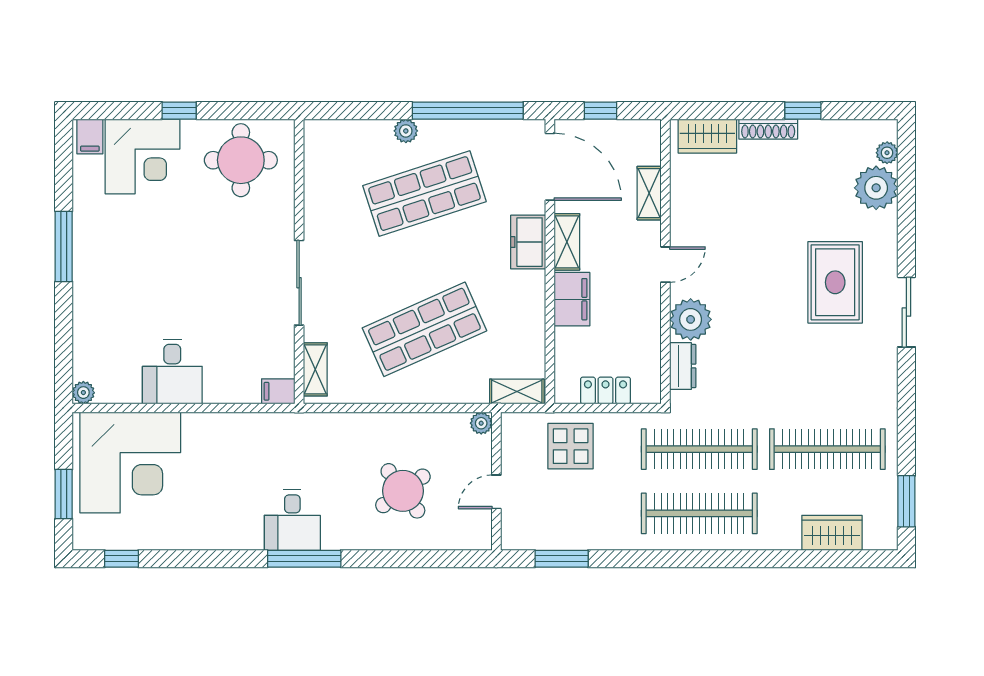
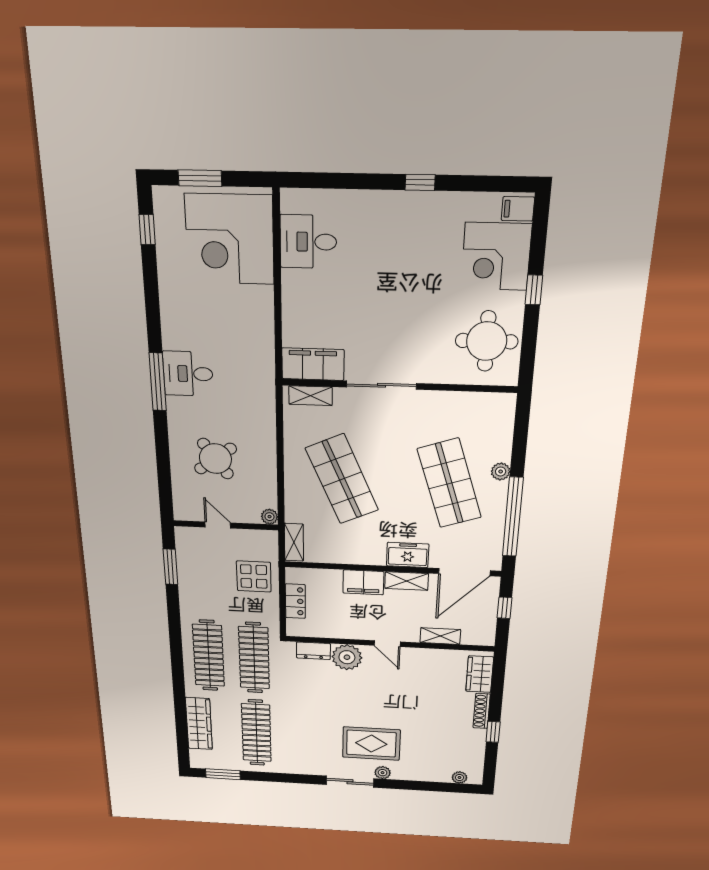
plant: (876, 188) -> (383, 773), moved, width x0.53, depth x0.53
window: (64, 246) -> (420, 182), width x0.46
desk: (172, 372) -> (308, 242), moved
filing cabinet: (278, 391) -> (313, 364), width x3.00, depth x1.17
plant: (83, 393) -> (290, 198), removed
wardrobe: (832, 533) -> (199, 724), width x1.50

